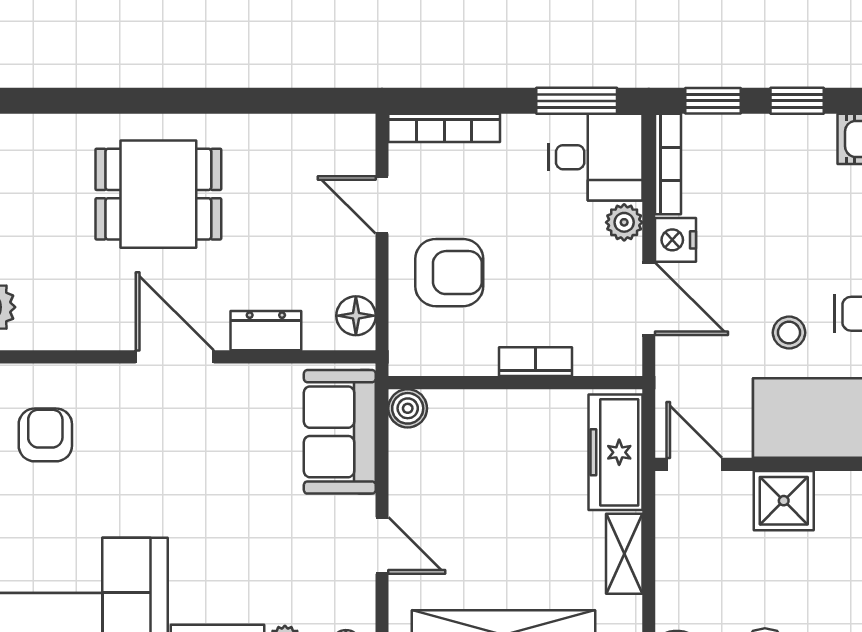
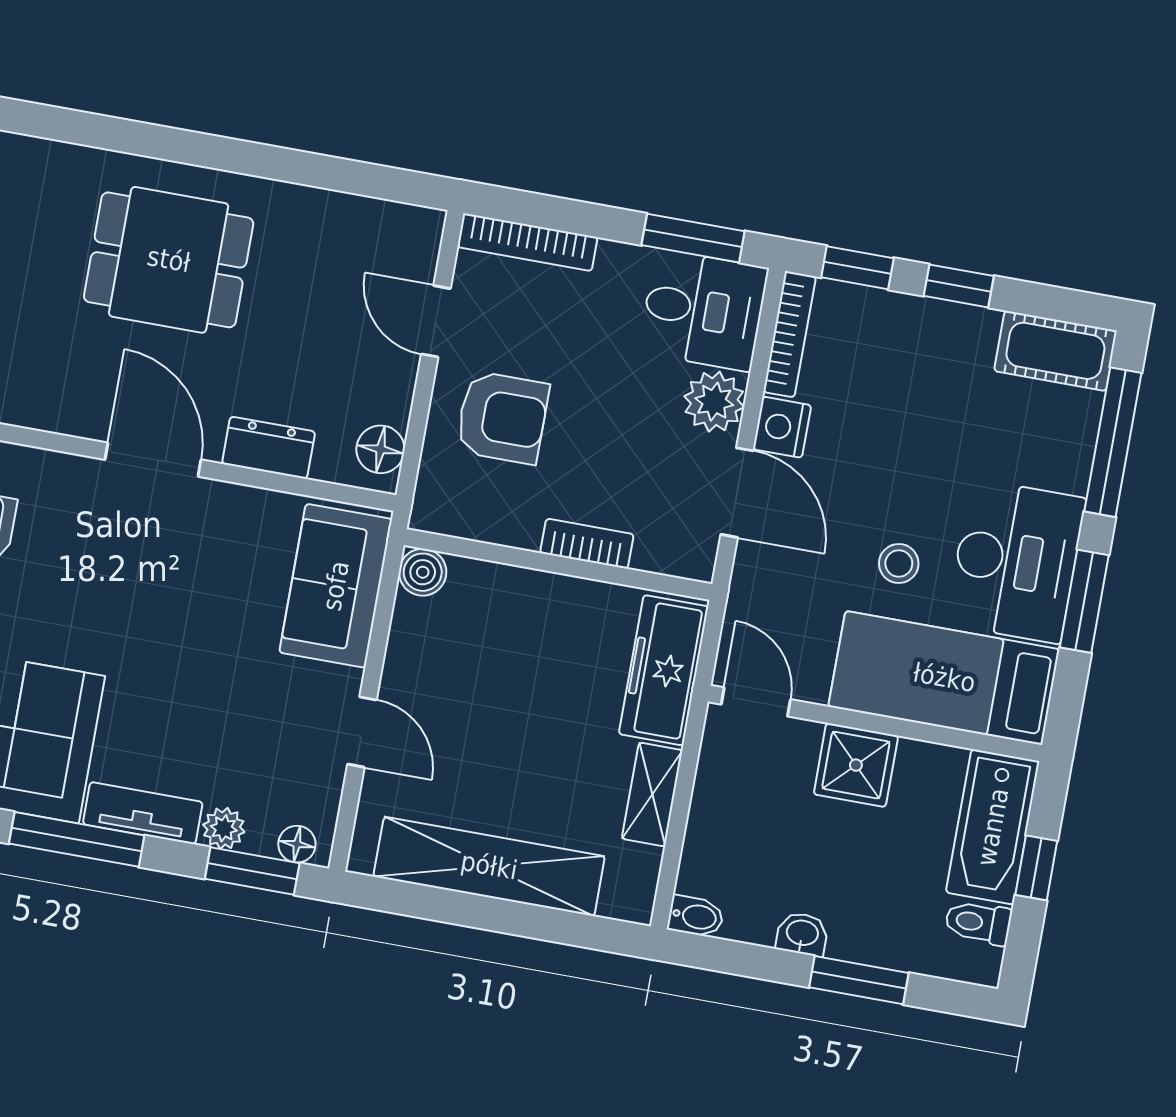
plant: (624, 222) -> (714, 402), width x1.38, depth x1.38

